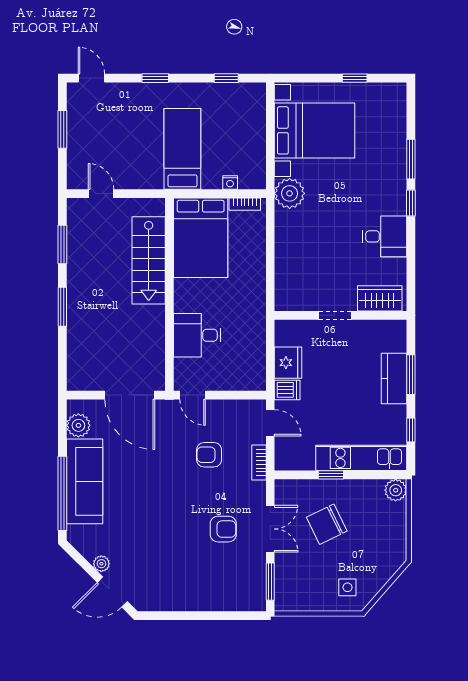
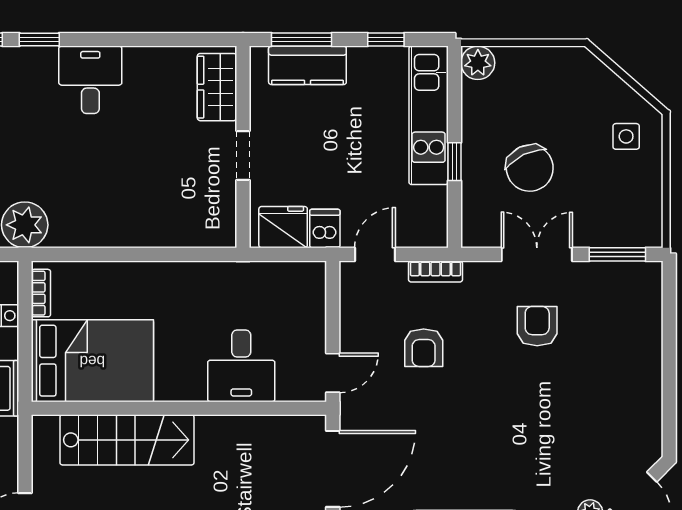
wardrobe: (380, 298) -> (217, 87), moved
doorway: (335, 315) -> (243, 155), moved
wall: (341, 315) -> (243, 147), moved

